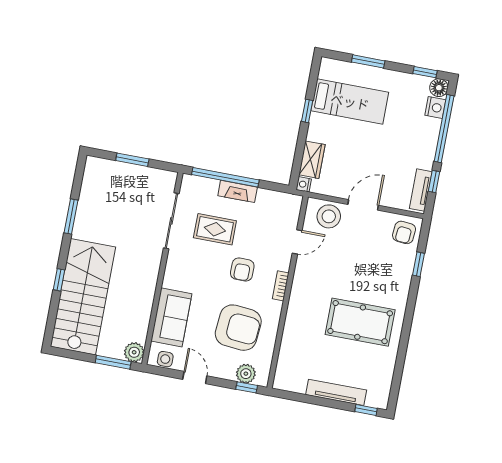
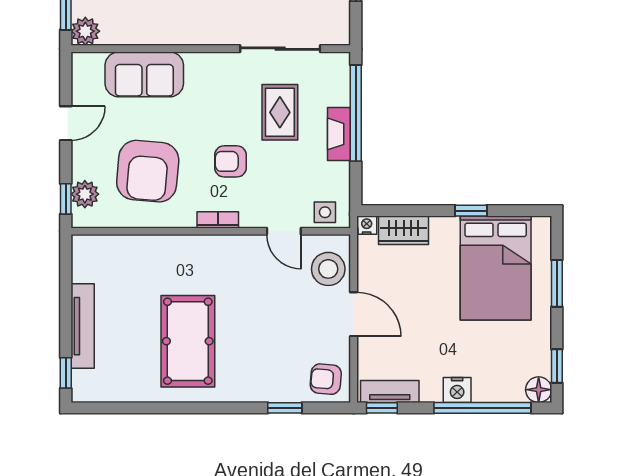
bed: (350, 101) -> (496, 268), width x1.50
nightstand: (435, 108) -> (457, 390), moved
window: (434, 182) -> (382, 408), moved
side table: (165, 359) -> (325, 212), moved

